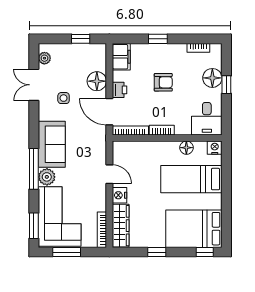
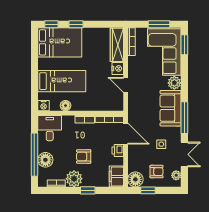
plant: (176, 54) -> (74, 179), added
armchair: (70, 63) -> (157, 172), added
floor lamp: (97, 81) -> (135, 179), moved
window: (226, 85) -> (34, 155), width x3.17
window: (34, 169) -> (184, 118), moved
window: (157, 252) -> (76, 24), moved

